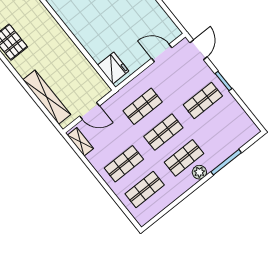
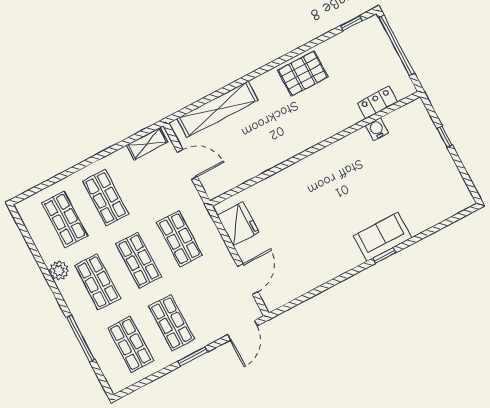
door: (199, 50) -> (242, 330), hinge flipped
fridge: (113, 68) -> (238, 224), moved, turned -90
door: (89, 111) -> (187, 164), swing flipped
shop shelf: (223, 126) -> (131, 344), added
plant: (199, 172) -> (59, 271), moved

